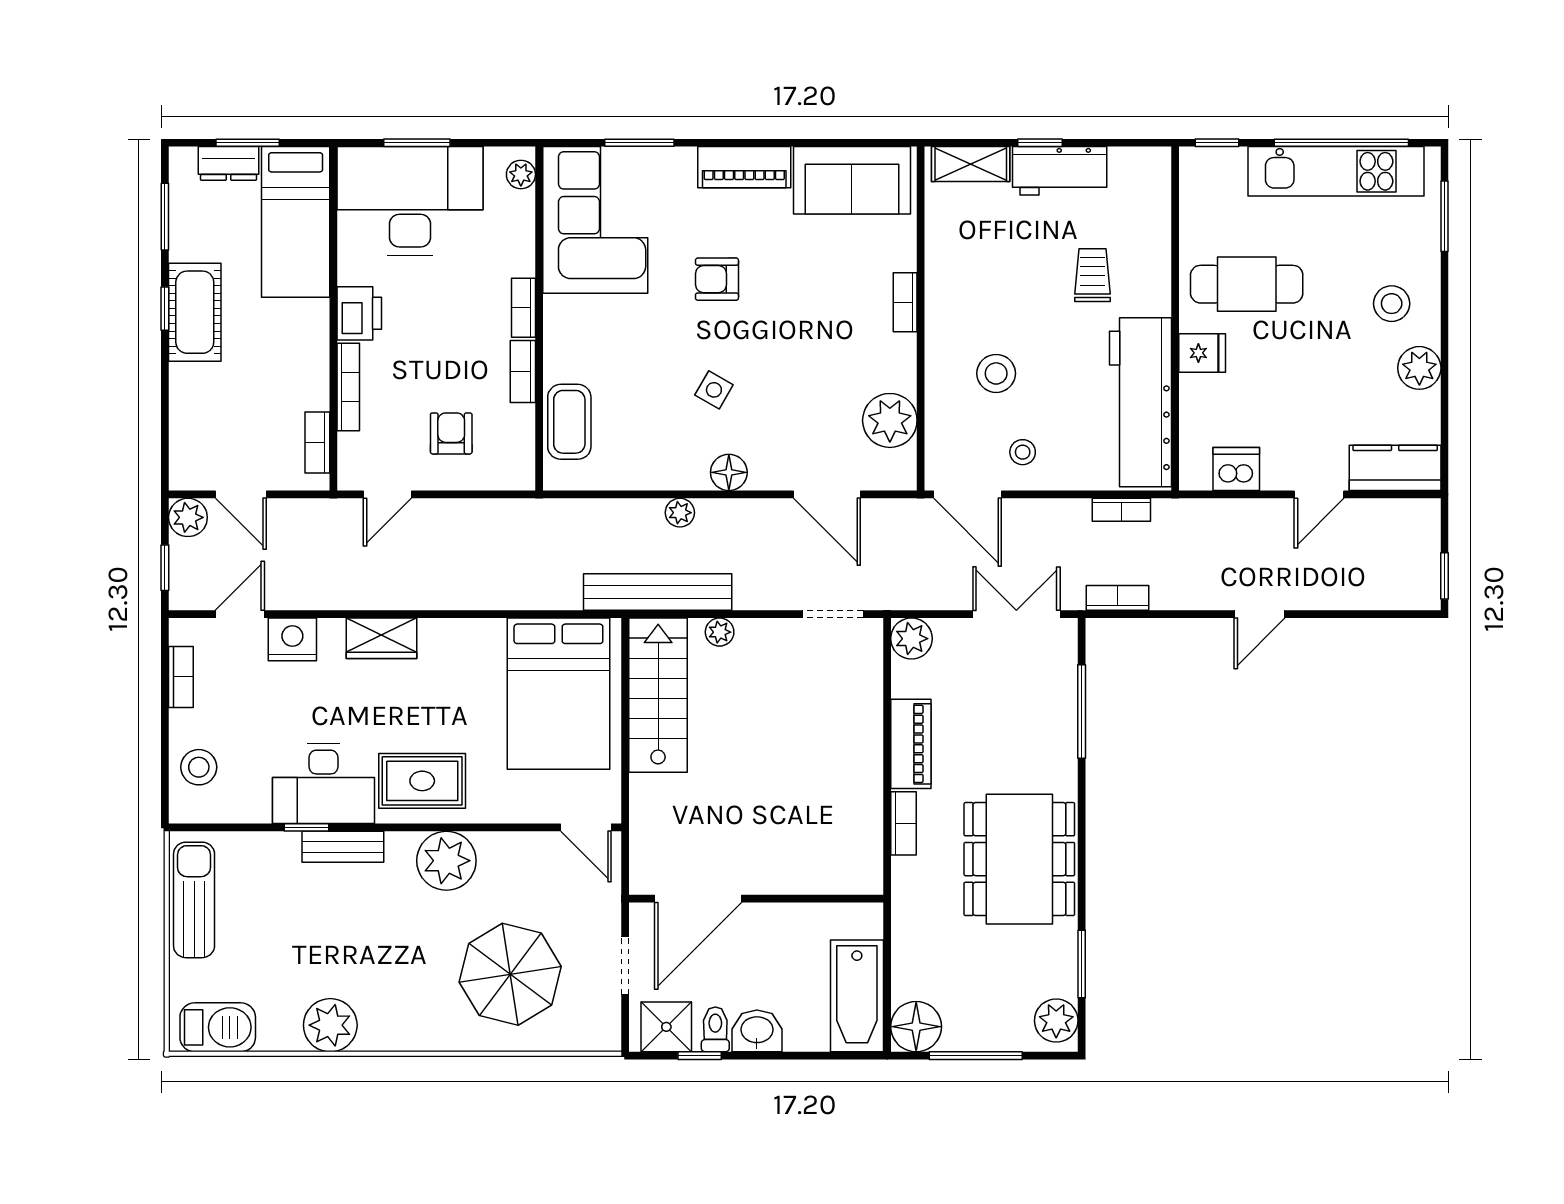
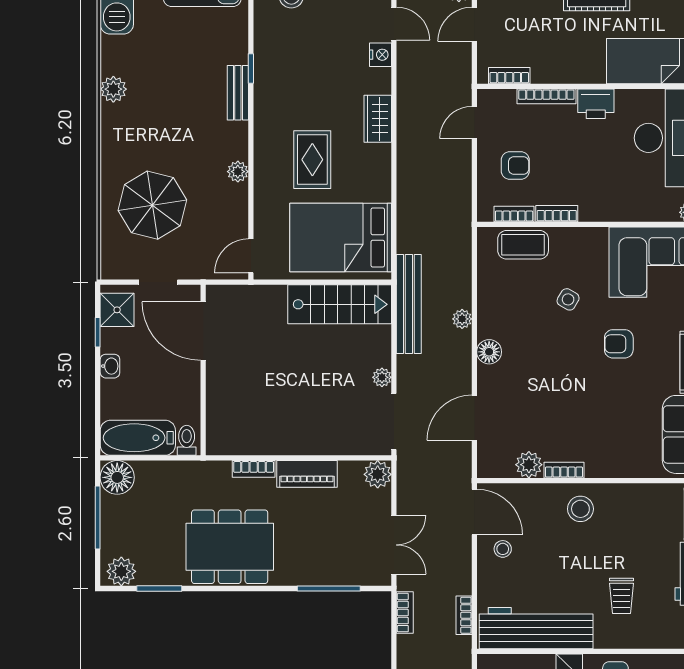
trolley: (1093, 275) -> (622, 596), turned 90
armchair: (717, 279) -> (619, 344), turned -90
bookcase: (905, 302) -> (564, 470), moved
bookcase: (523, 308) -> (514, 214), moved
stool: (996, 373) -> (580, 509), moved
side table: (714, 390) -> (568, 299), moved
plant: (890, 420) -> (529, 465), width x0.73, depth x0.73
door: (387, 494) -> (474, 123), hinge flipped
door: (967, 494) -> (474, 512), swing flipped
doorway: (833, 614) -> (394, 421), width x1.38
plant: (720, 632) -> (382, 377), moved
nightstand: (292, 639) -> (381, 55), width x0.74, depth x0.75
rug: (422, 781) -> (312, 160), moved
desk: (324, 784) -> (280, 80), removed
plant: (446, 861) -> (238, 172), width x0.53, depth x0.53
plant: (330, 1025) -> (113, 89), width x0.73, depth x0.73
toilet: (715, 1029) -> (187, 440), moved, turned -90
washbasin: (757, 1031) -> (110, 366), width x0.72, depth x0.69

